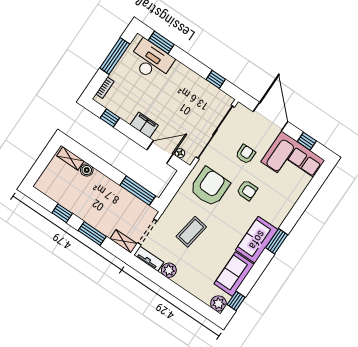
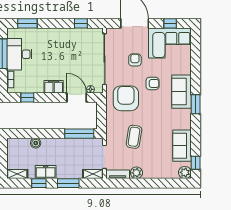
desk: (151, 61) -> (19, 54), moved, turned -90
door: (160, 152) -> (77, 98), hinge flipped
shelving: (70, 158) -> (17, 174), moved
freezer: (77, 206) -> (46, 172), added
sofa: (257, 240) -> (181, 92), moved

